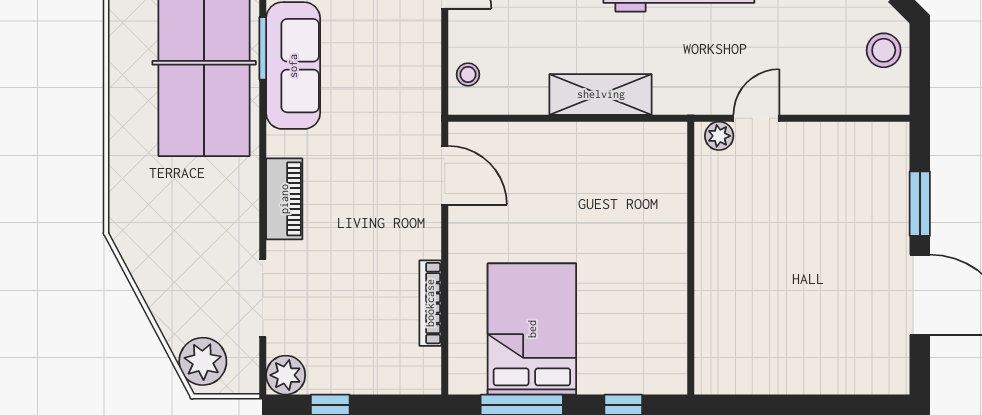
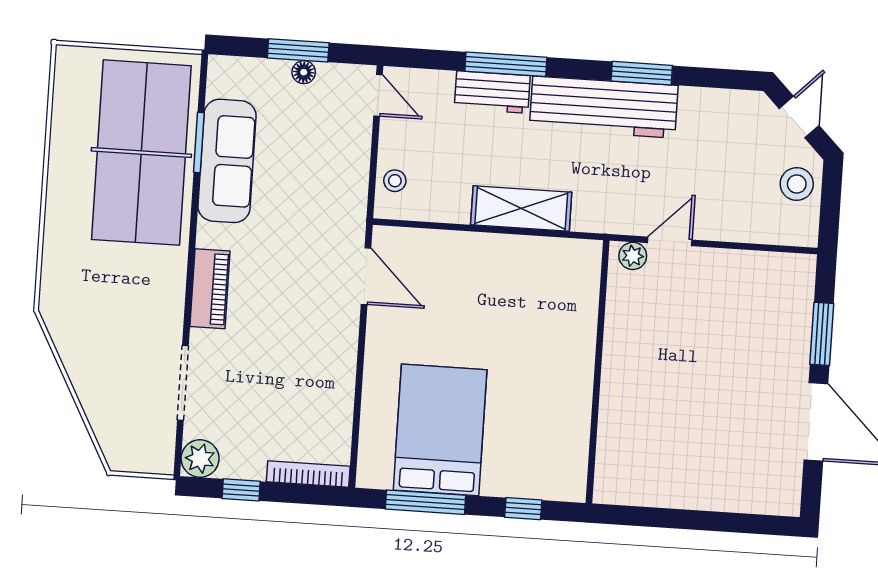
bookcase: (430, 303) -> (308, 474), moved, turned 90
plant: (203, 361) -> (121, 440), removed

